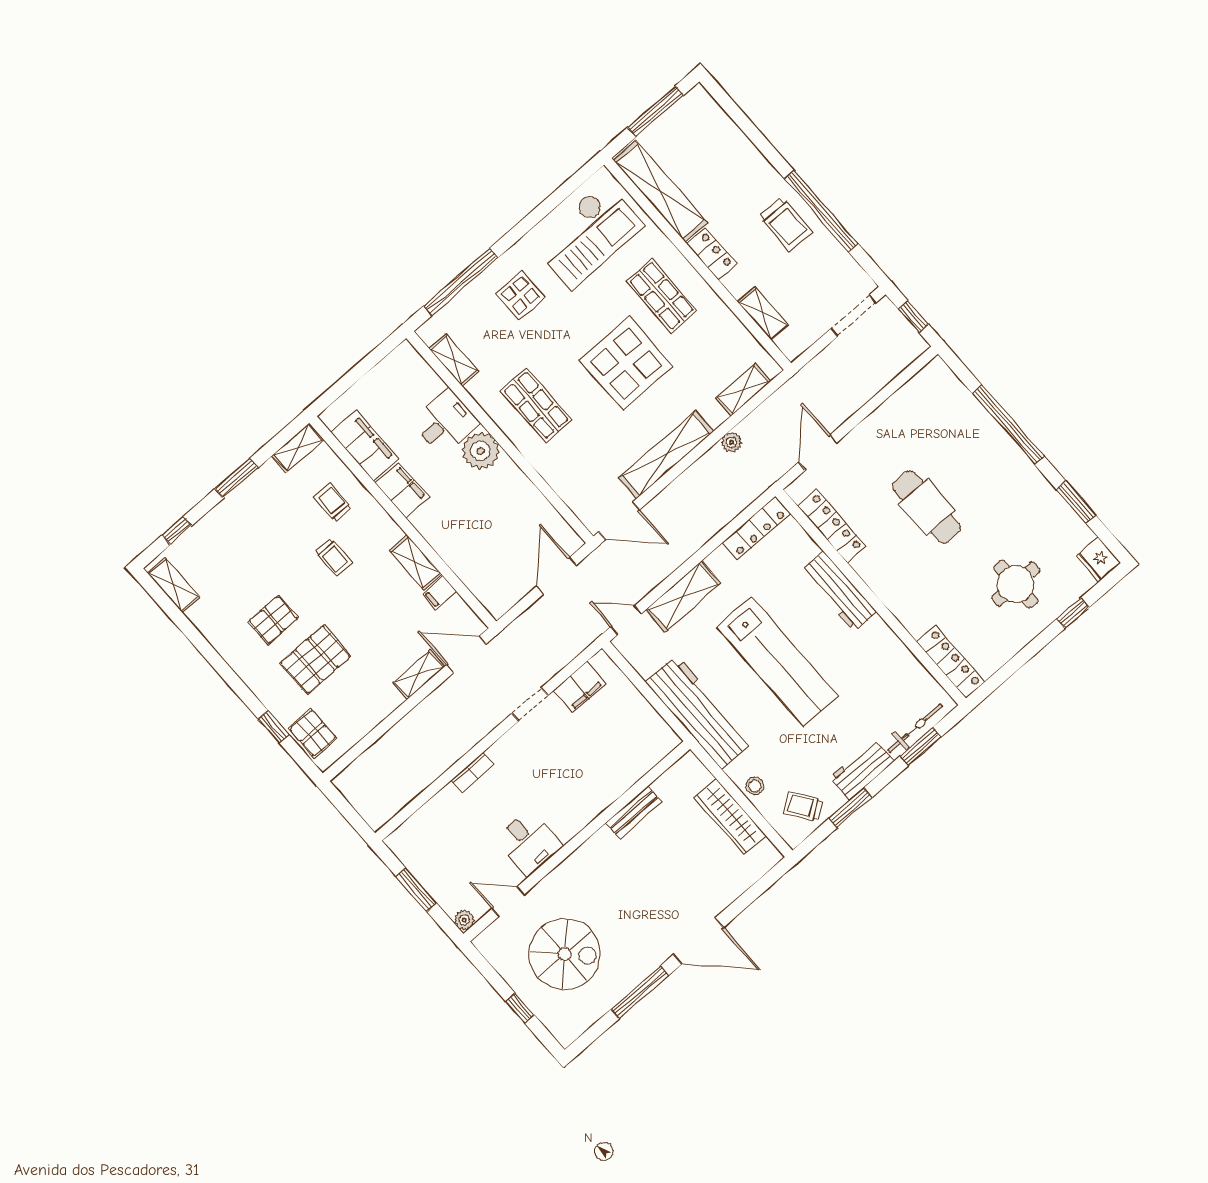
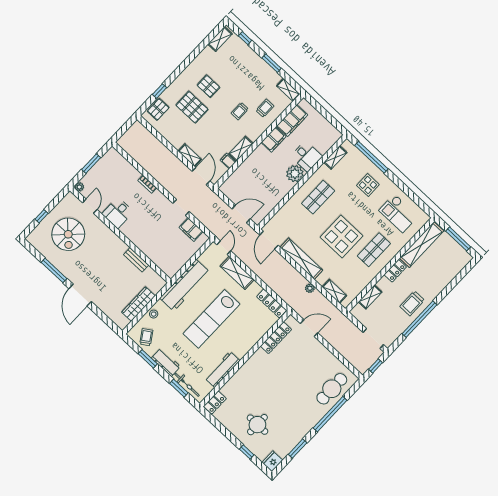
checkout: (588, 235) -> (398, 213), width x0.73, depth x0.83
cafe table: (927, 507) -> (332, 389), moved
workbench: (839, 591) -> (222, 369), moved
locker: (951, 662) -> (215, 403), width x0.66

